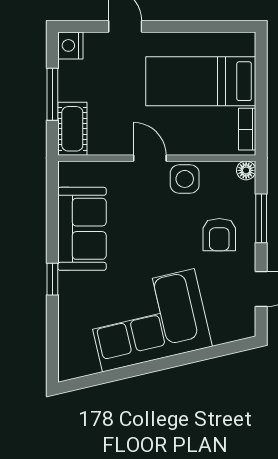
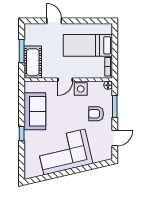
nightstand: (70, 45) -> (30, 29), removed
cot: (72, 129) -> (33, 62), width x1.37, depth x1.34
door: (150, 158) -> (65, 80), swing flipped
armchair: (219, 235) -> (96, 114), turned 90

